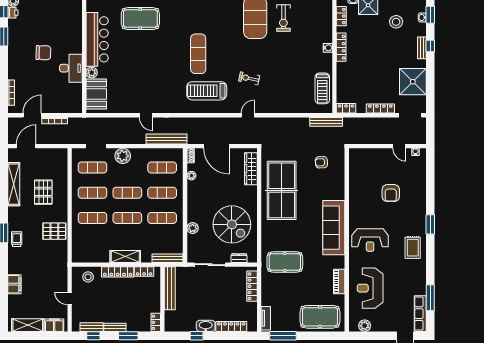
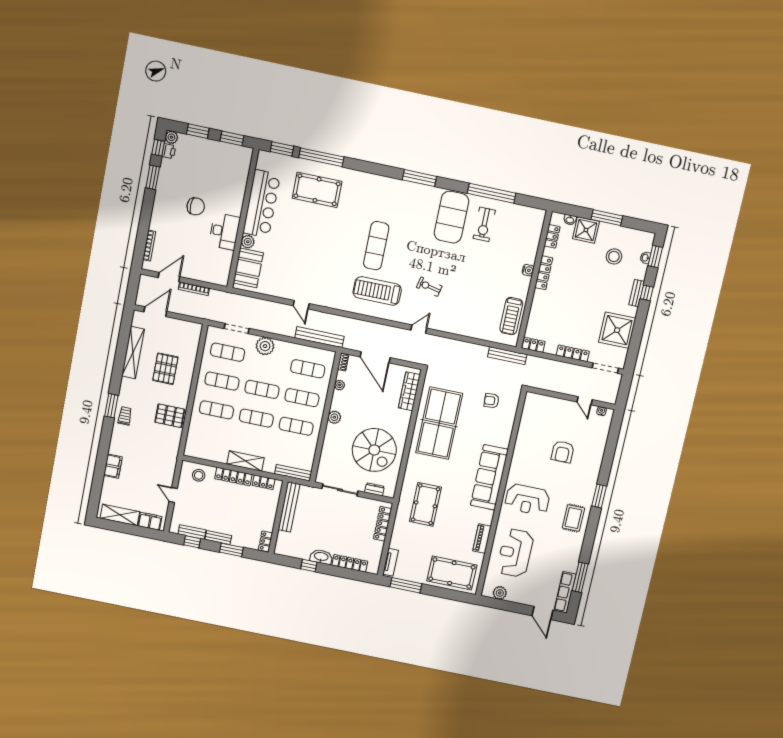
plant: (193, 228) -> (334, 417), moved
pool table: (285, 262) -> (425, 504), turned 90

